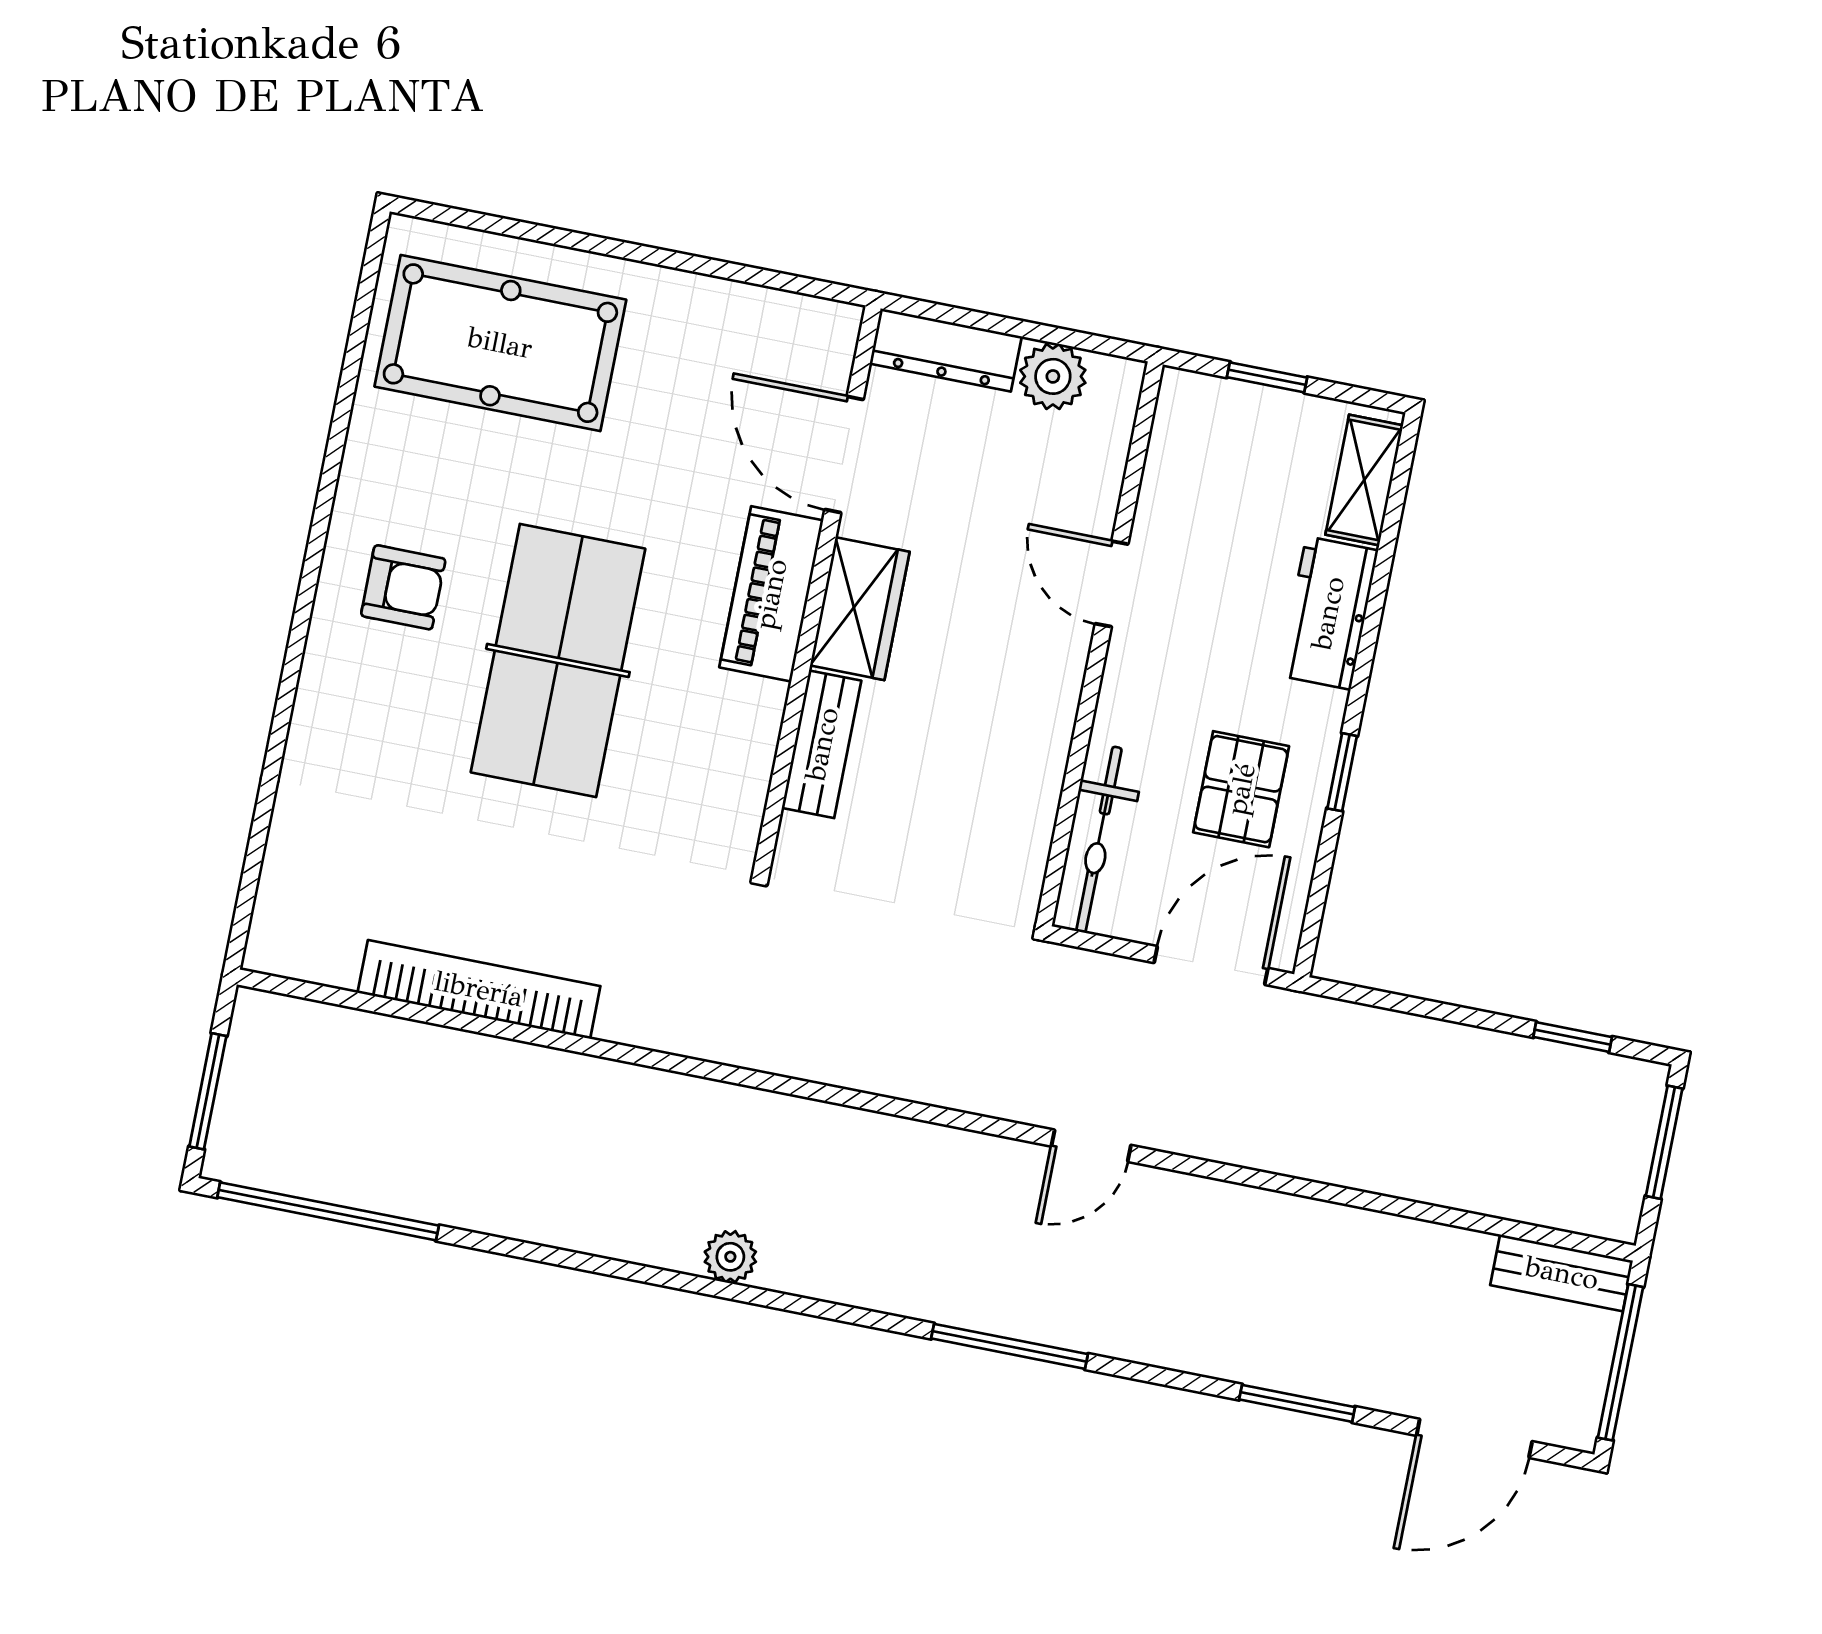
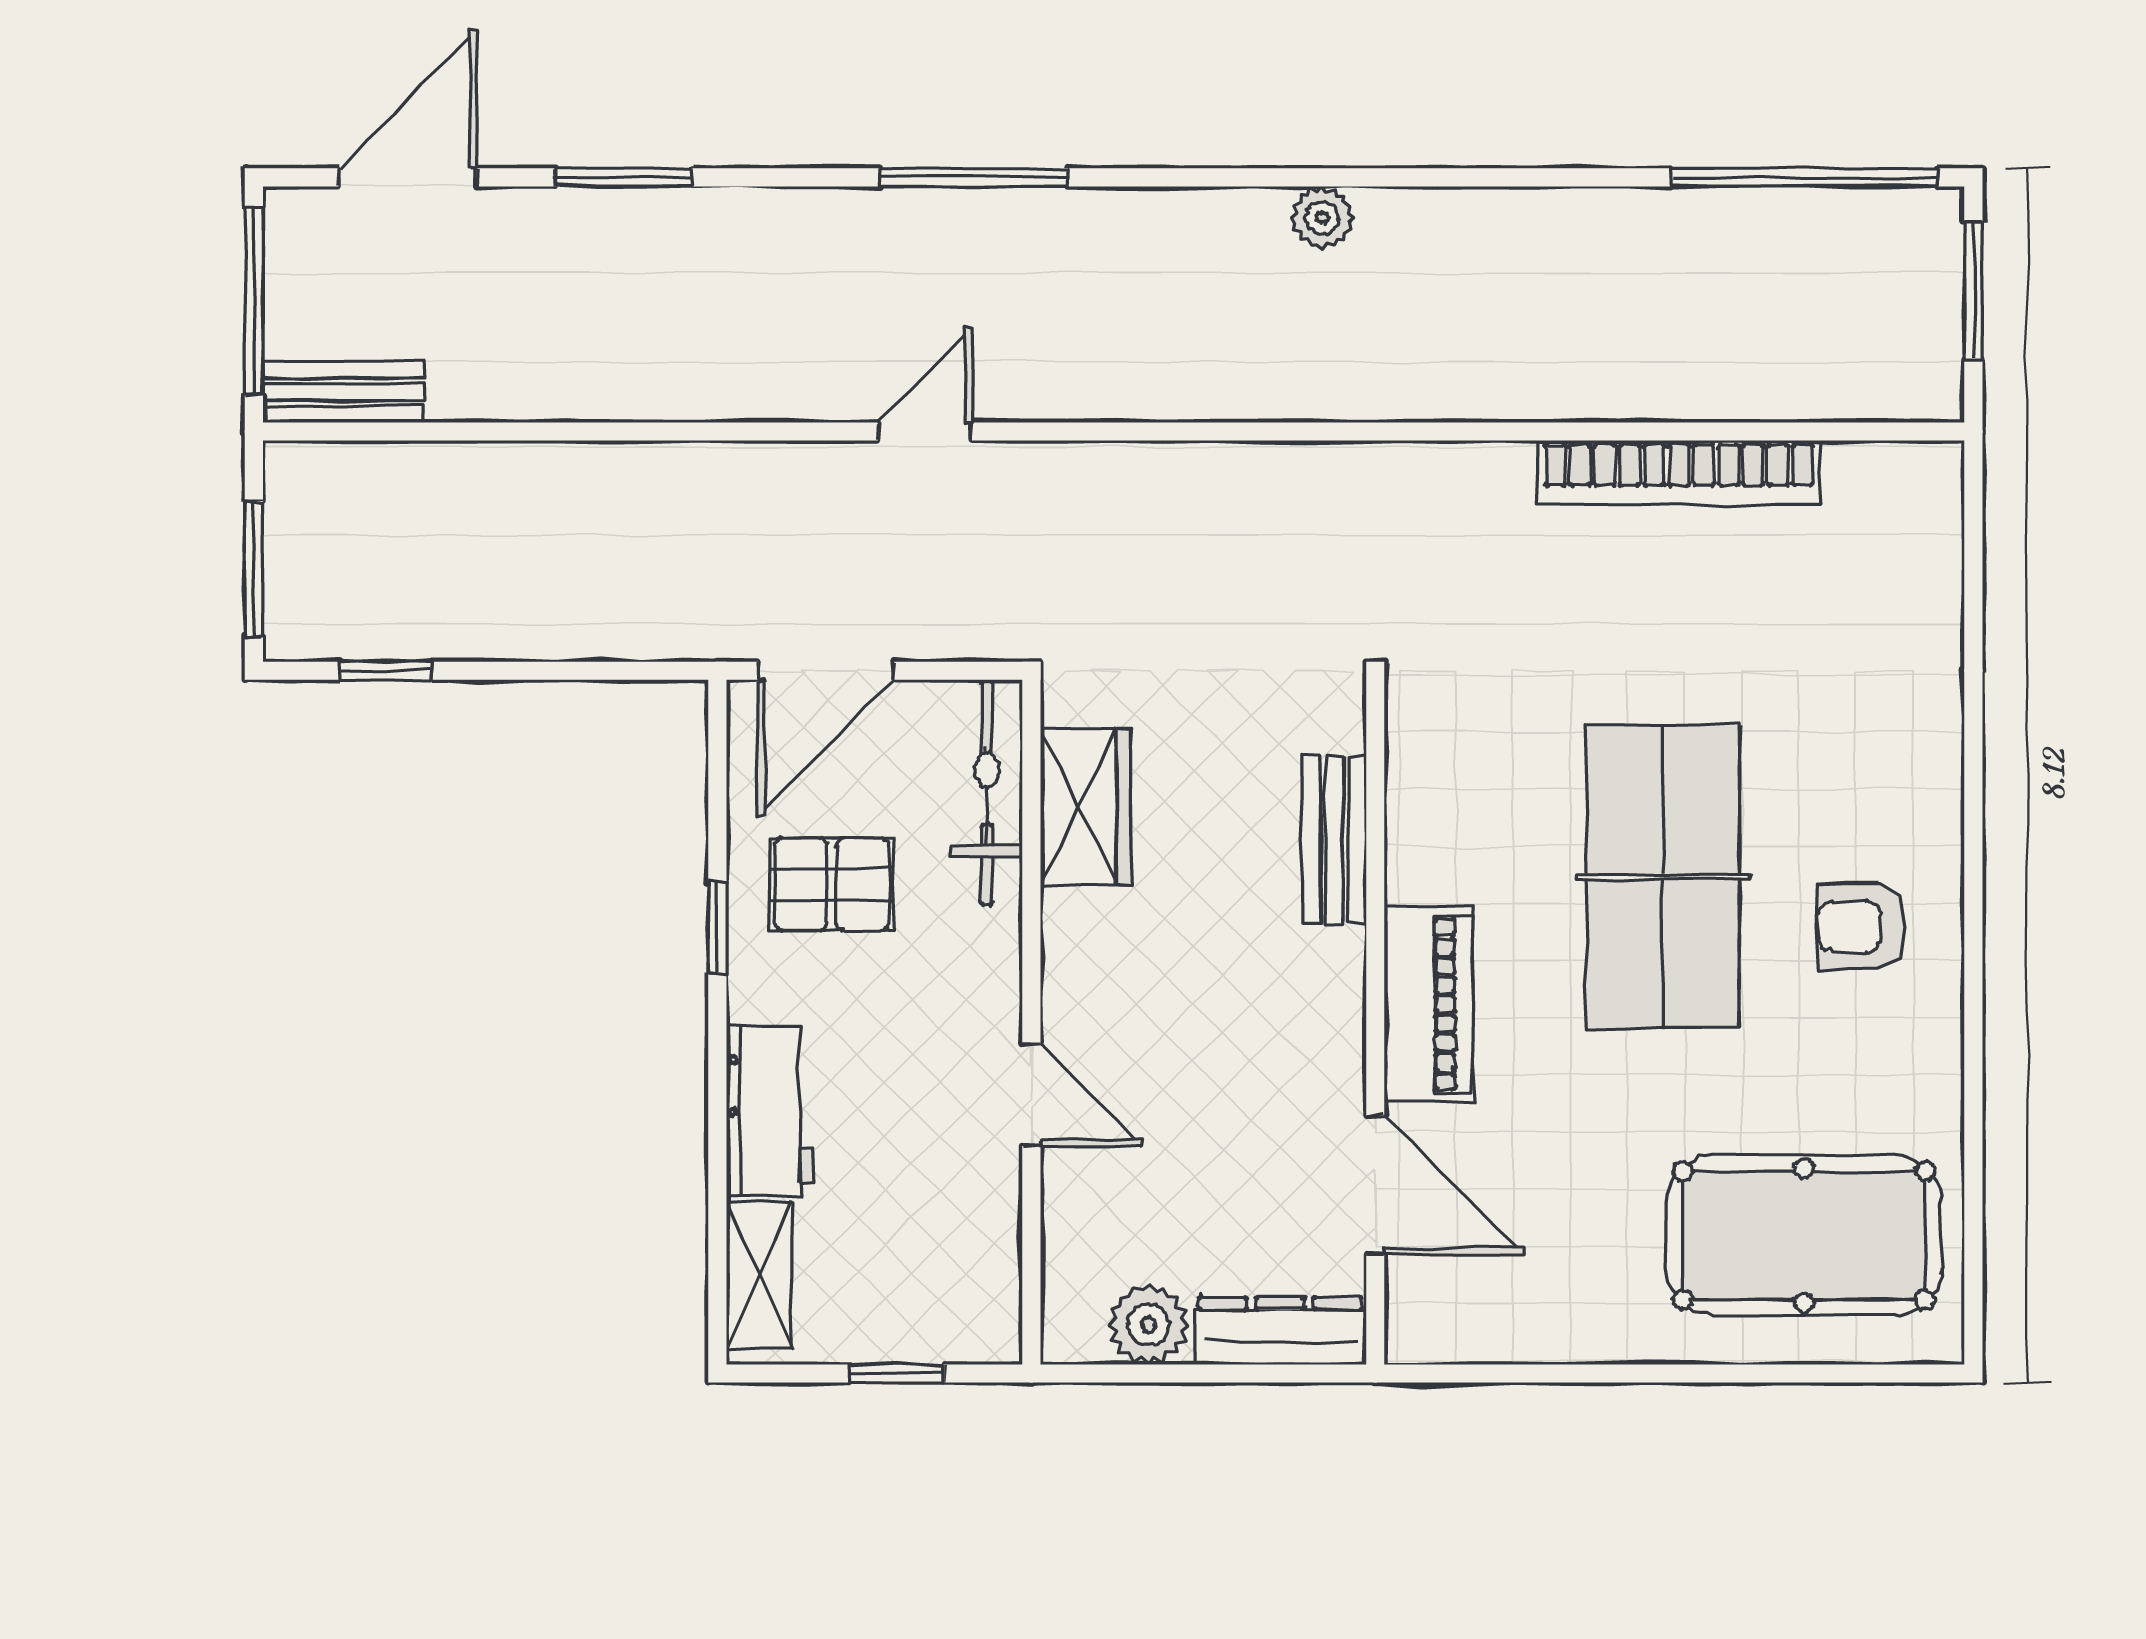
wardrobe: (860, 609) -> (1086, 807), moved, turned 180
pallet: (1241, 789) -> (832, 884), turned 90

